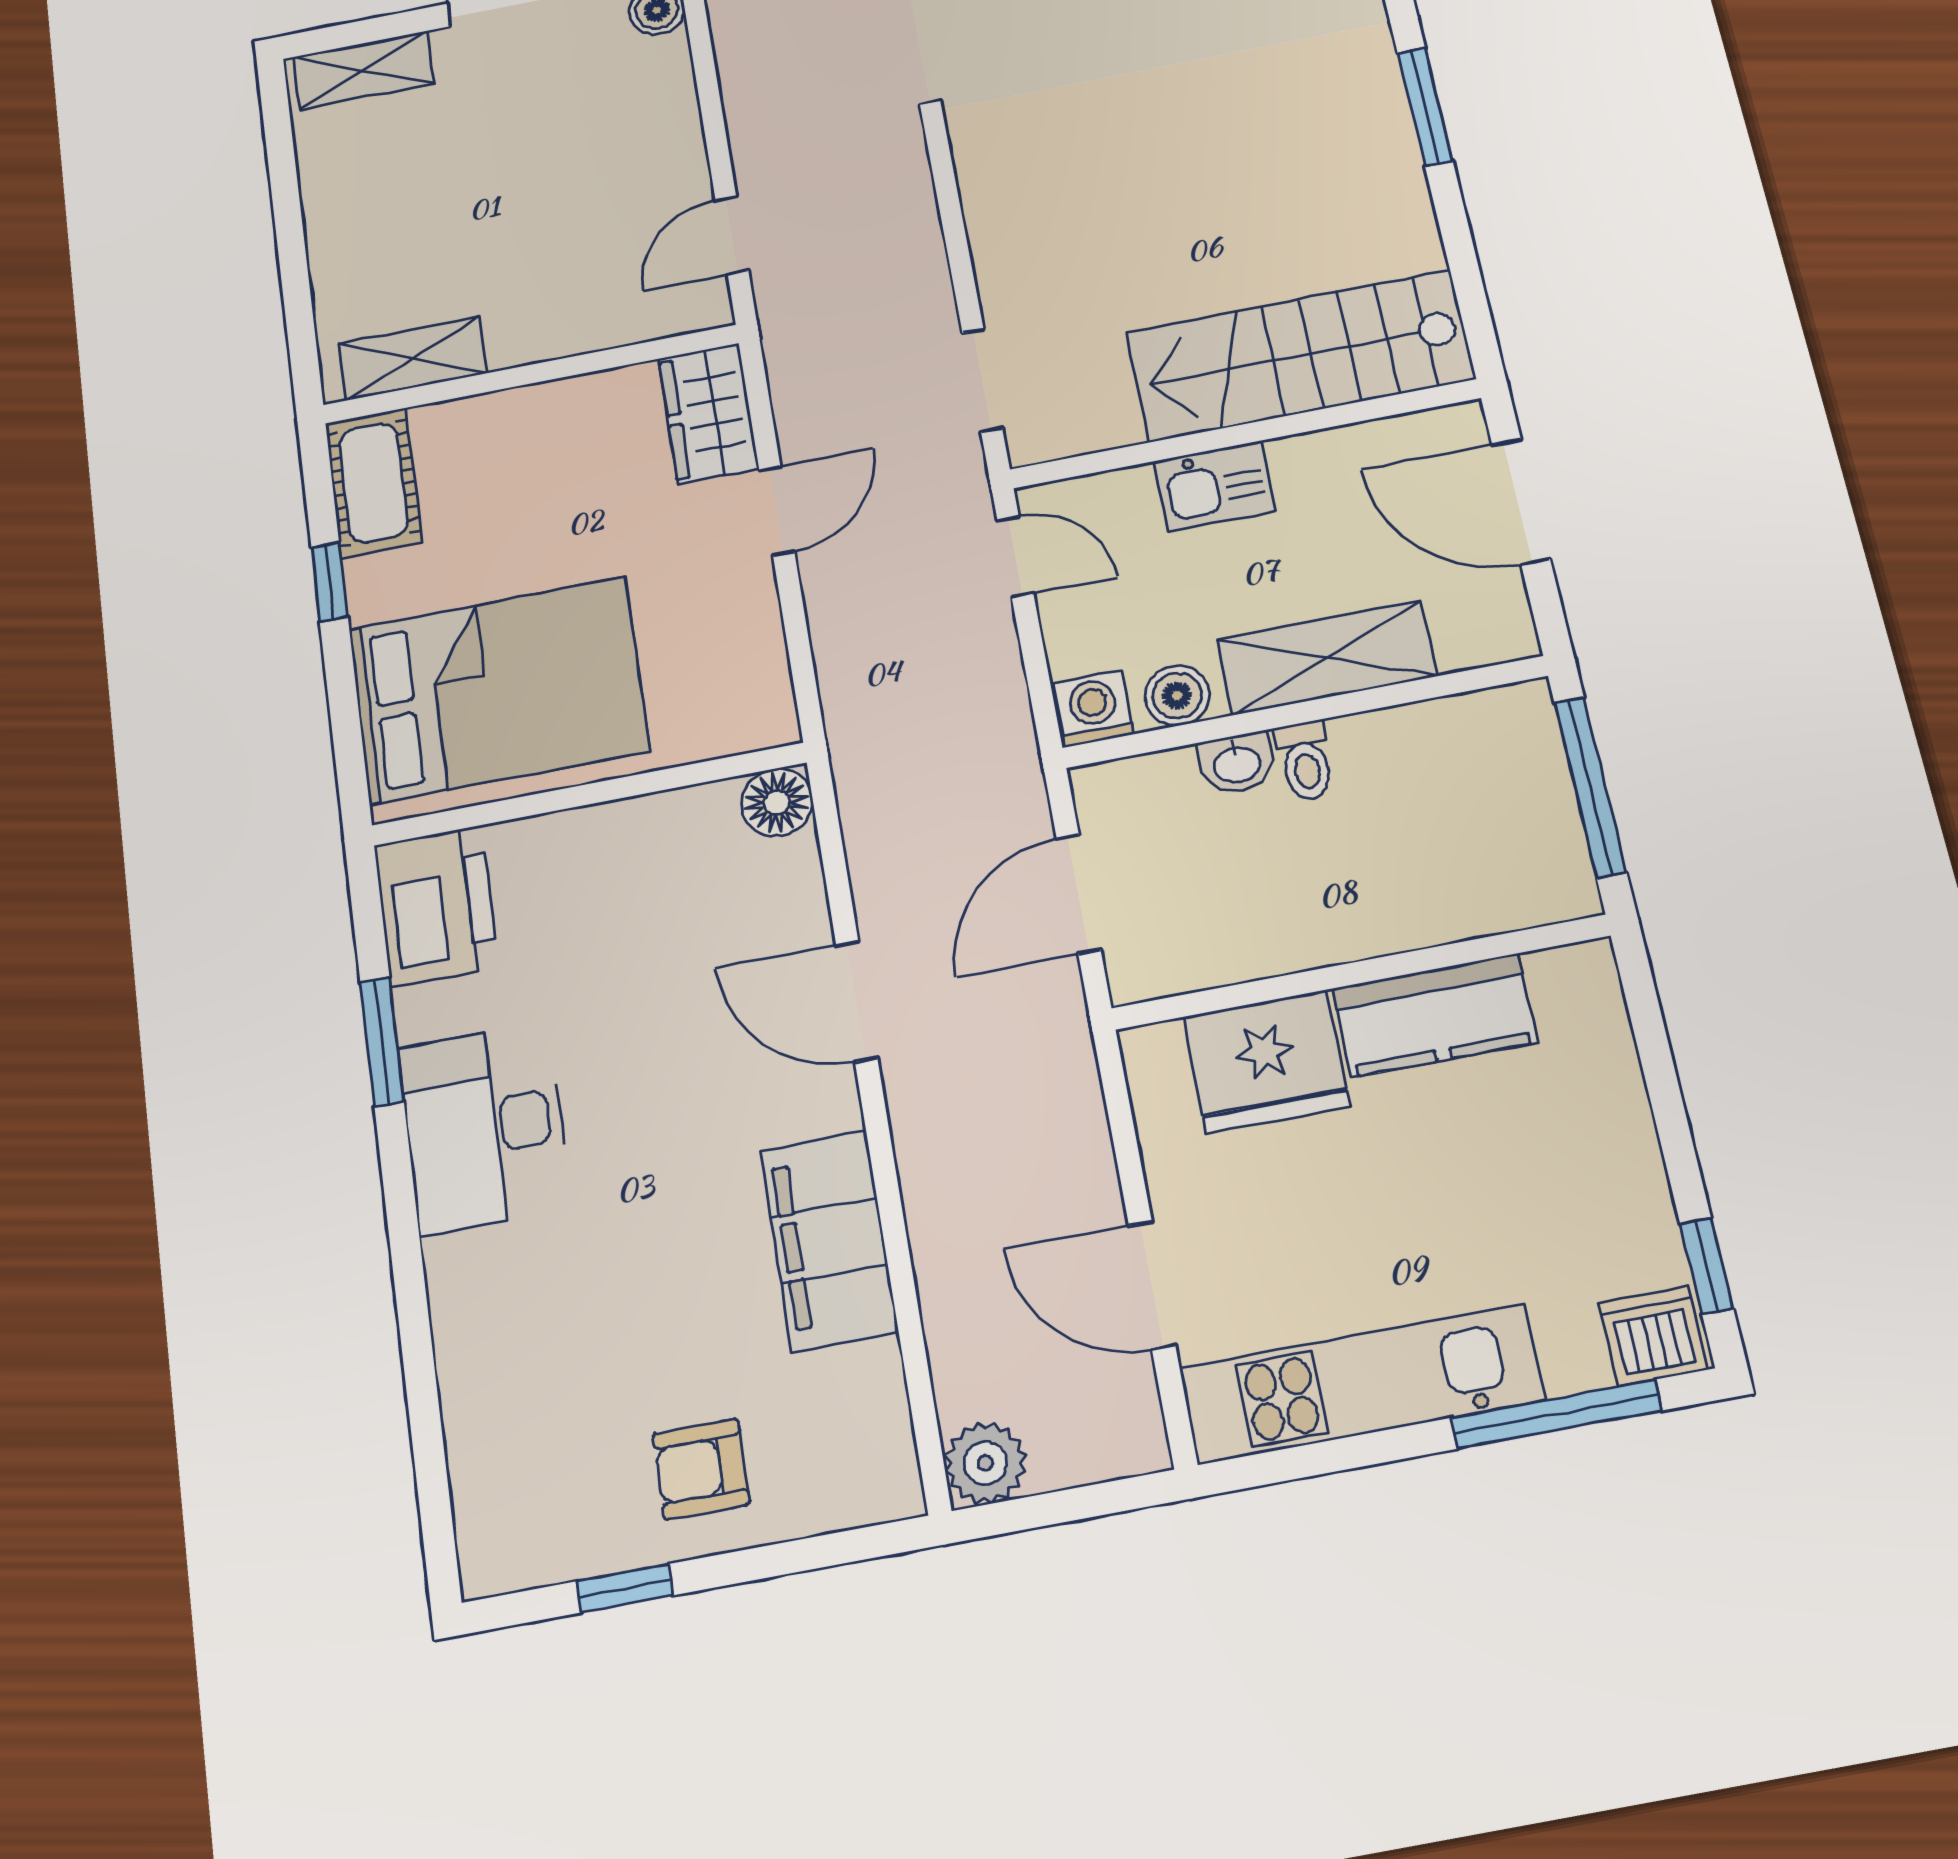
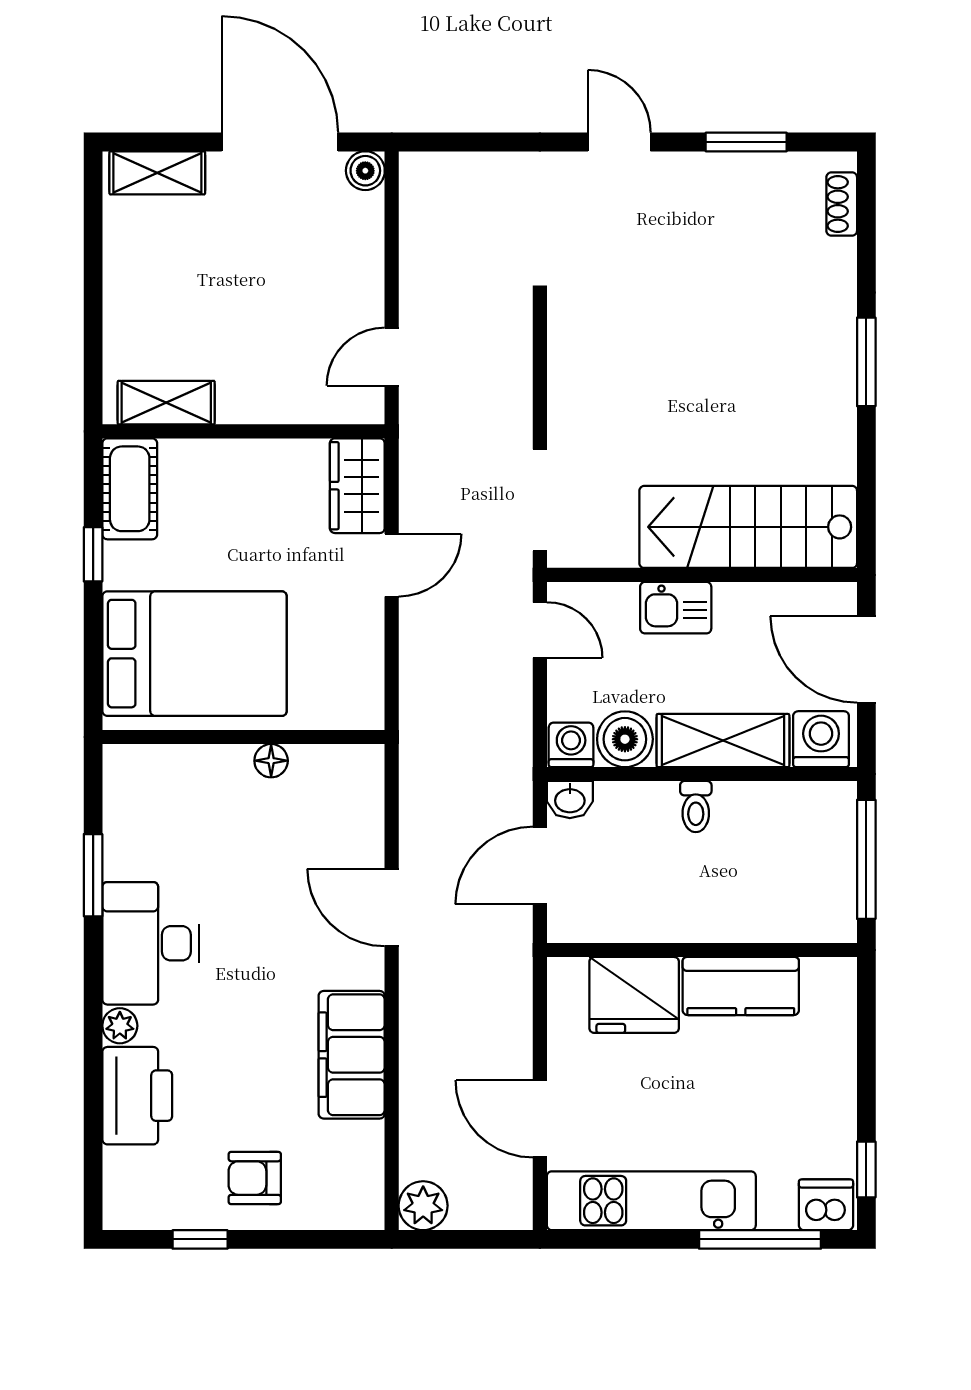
doorway: (982, 380) -> (540, 500), width x1.38
washing machine: (1478, 627) -> (821, 739), added
boiler: (1177, 696) -> (625, 739), width x1.36, depth x1.36
washbasin: (1237, 763) -> (570, 800), moved
floor lamp: (777, 802) -> (271, 761), moved, width x0.73, depth x0.73
printer: (436, 906) -> (137, 1096), moved
plant: (451, 1265) -> (120, 1026), added

